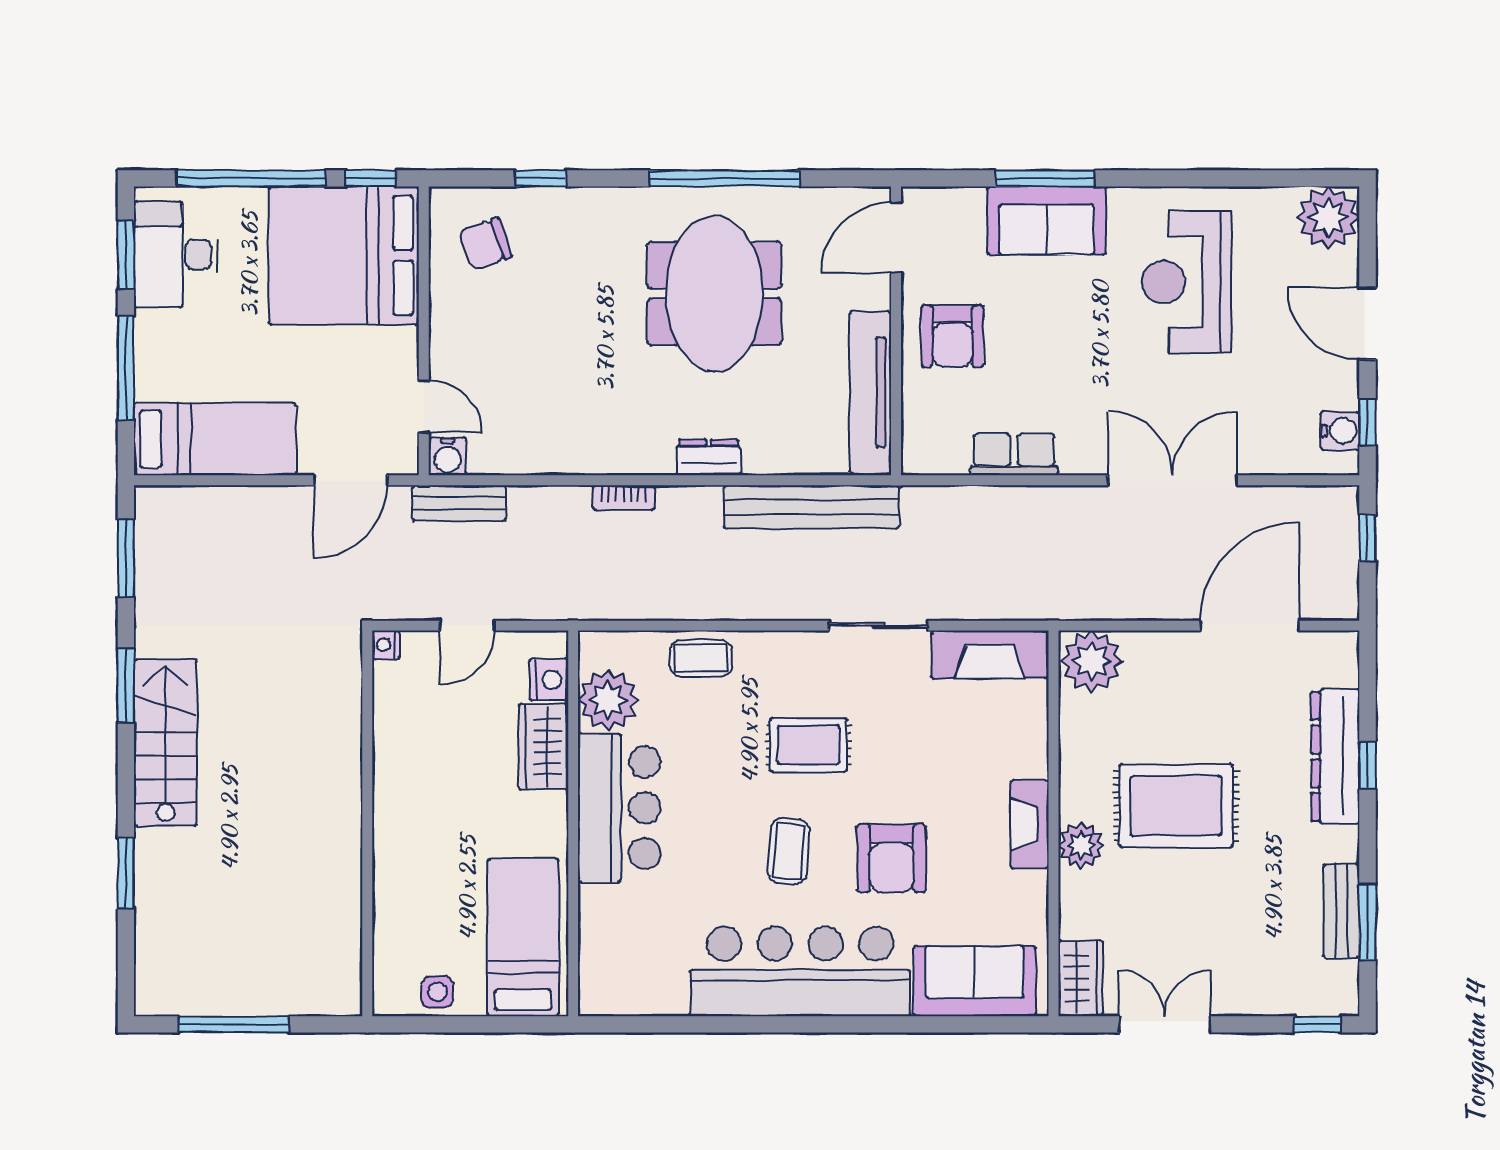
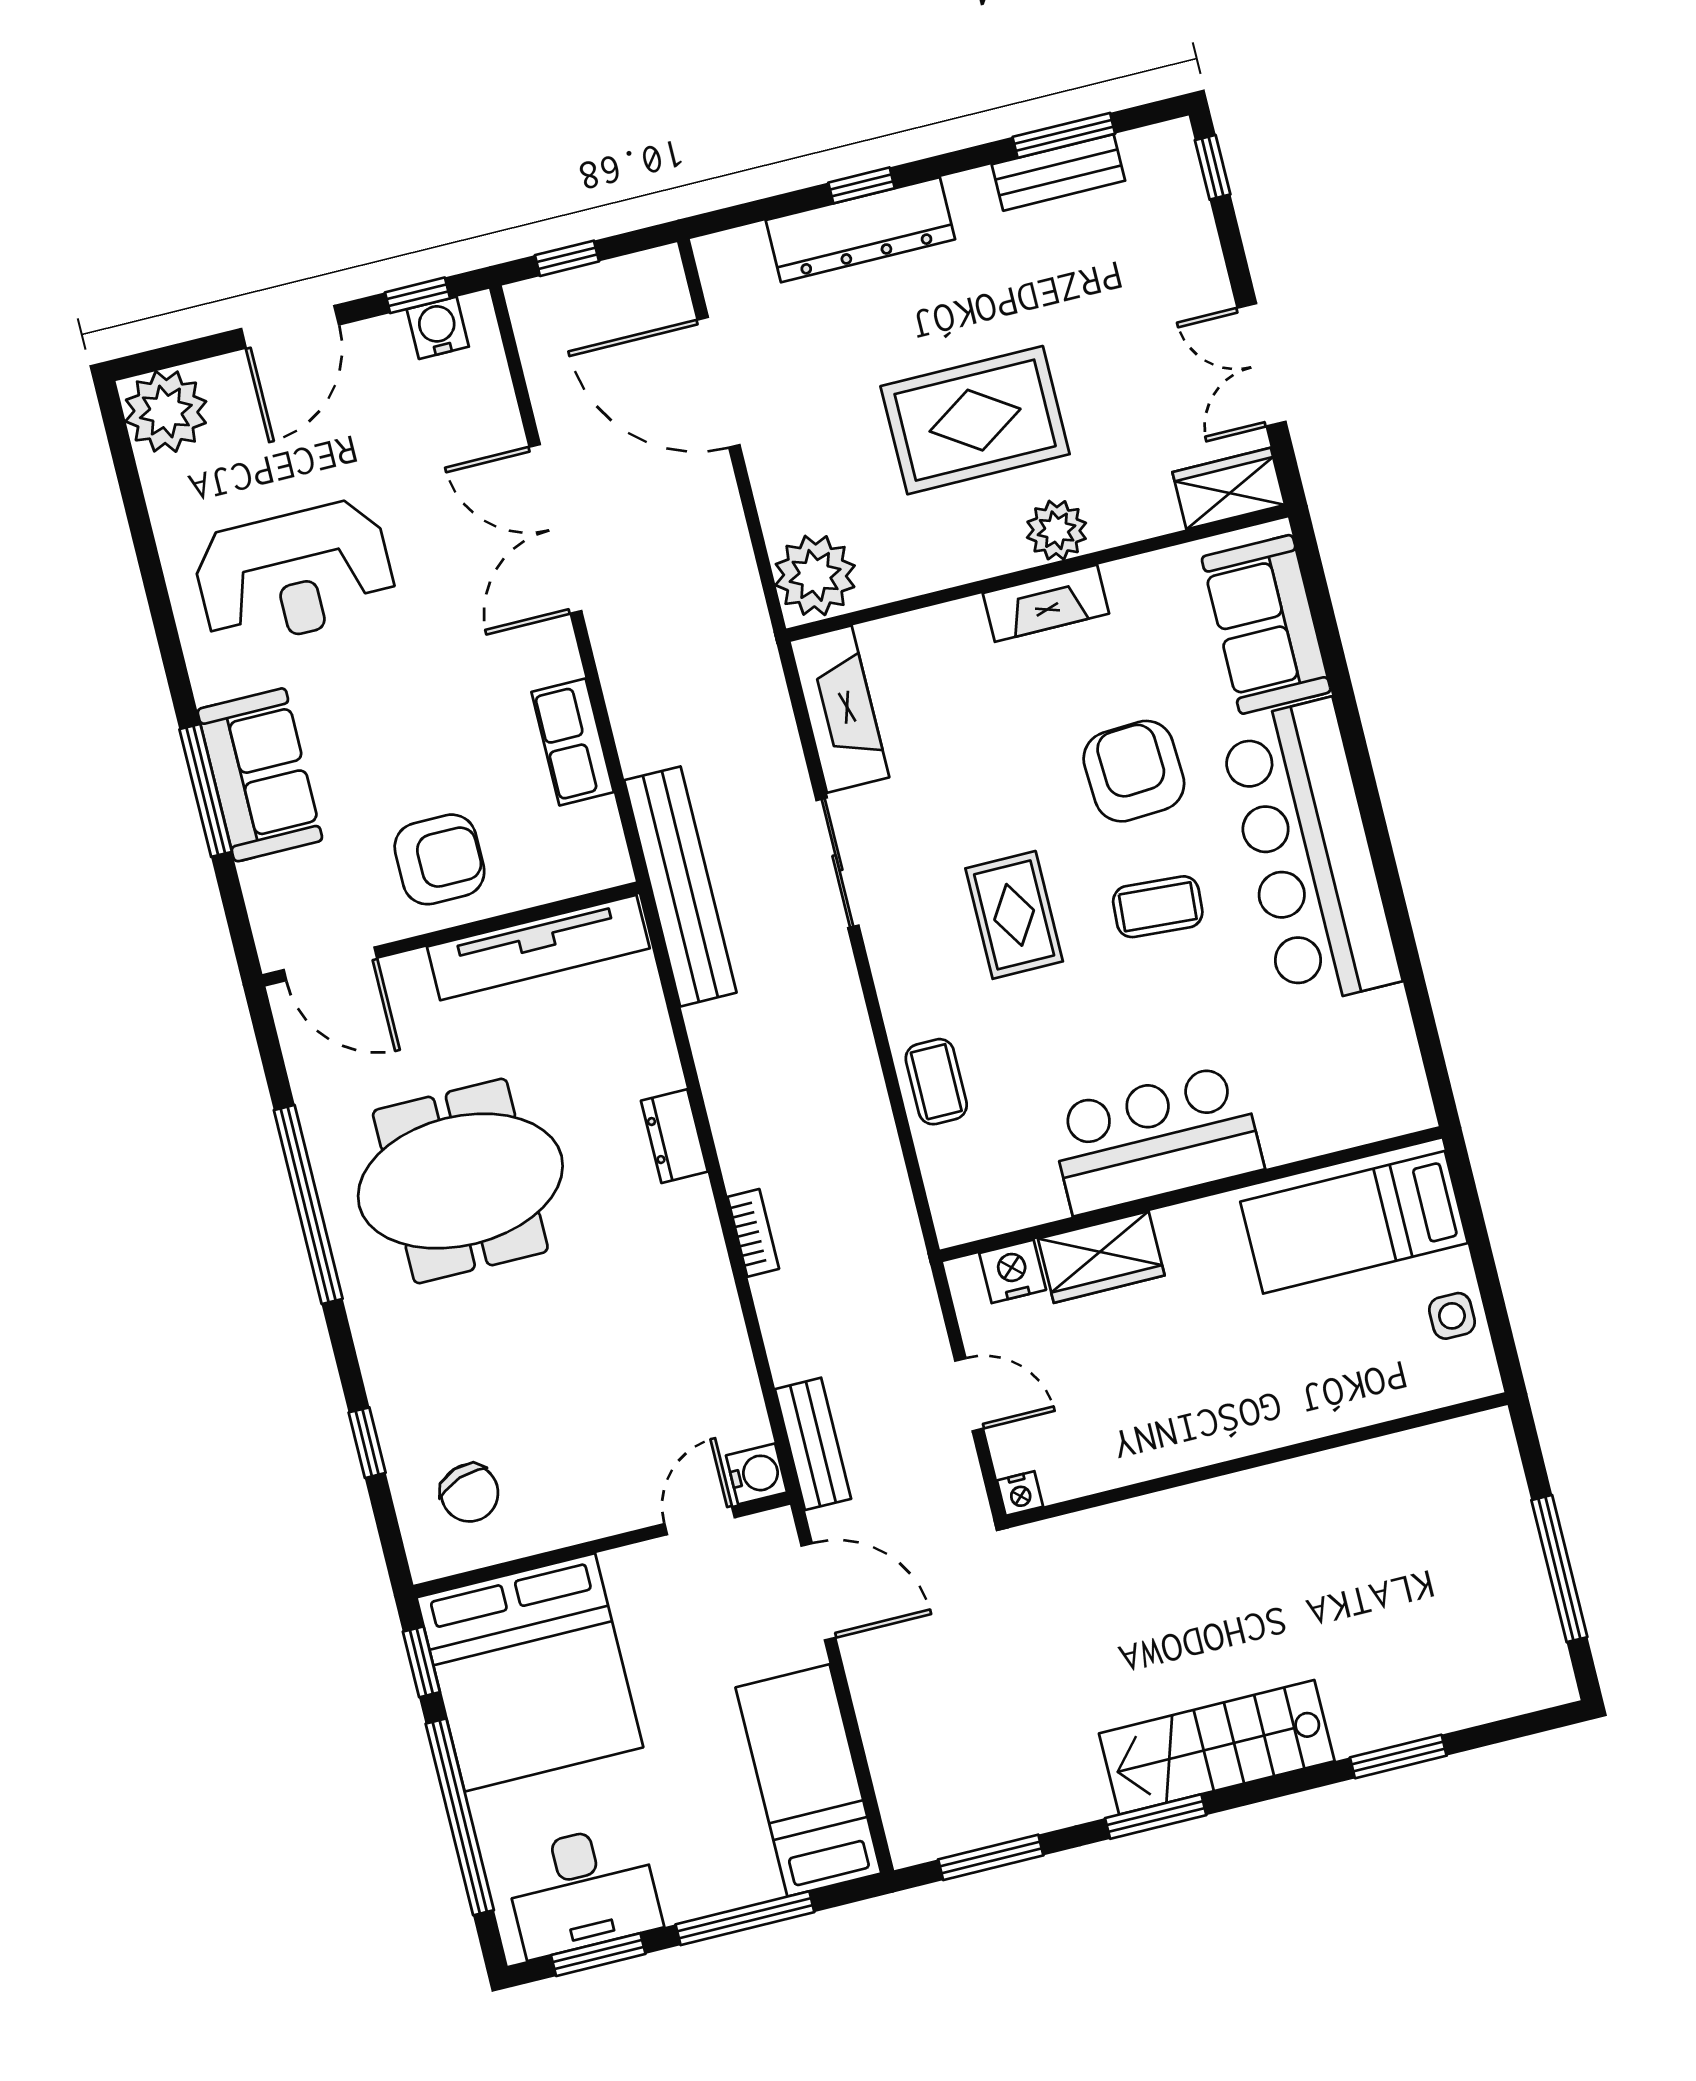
bench: (812, 507) -> (680, 886), moved
plant: (608, 700) -> (1020, 1188), removed
rug: (1176, 806) -> (975, 420), turned 90
armchair: (892, 858) -> (1134, 771), turned -93

